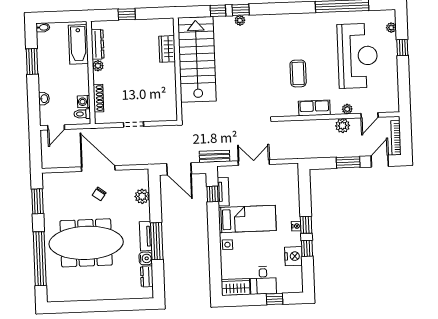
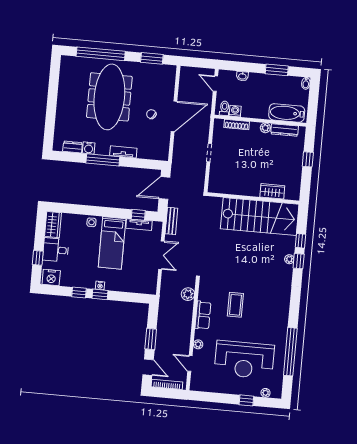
coffee table: (298, 73) -> (235, 305), turned 90
plant: (343, 126) -> (188, 294), moved
plant: (142, 196) -> (144, 152), removed
tv unit: (146, 236) -> (123, 152), moved
nightstand: (293, 256) -> (51, 278), moved

